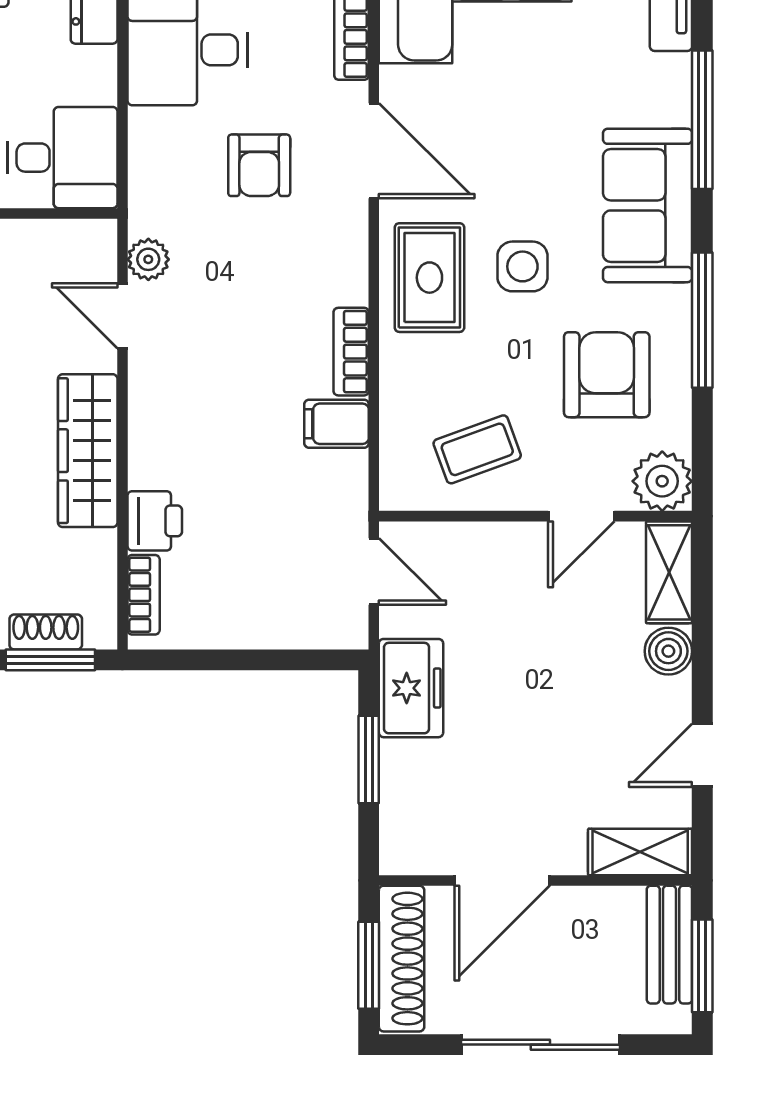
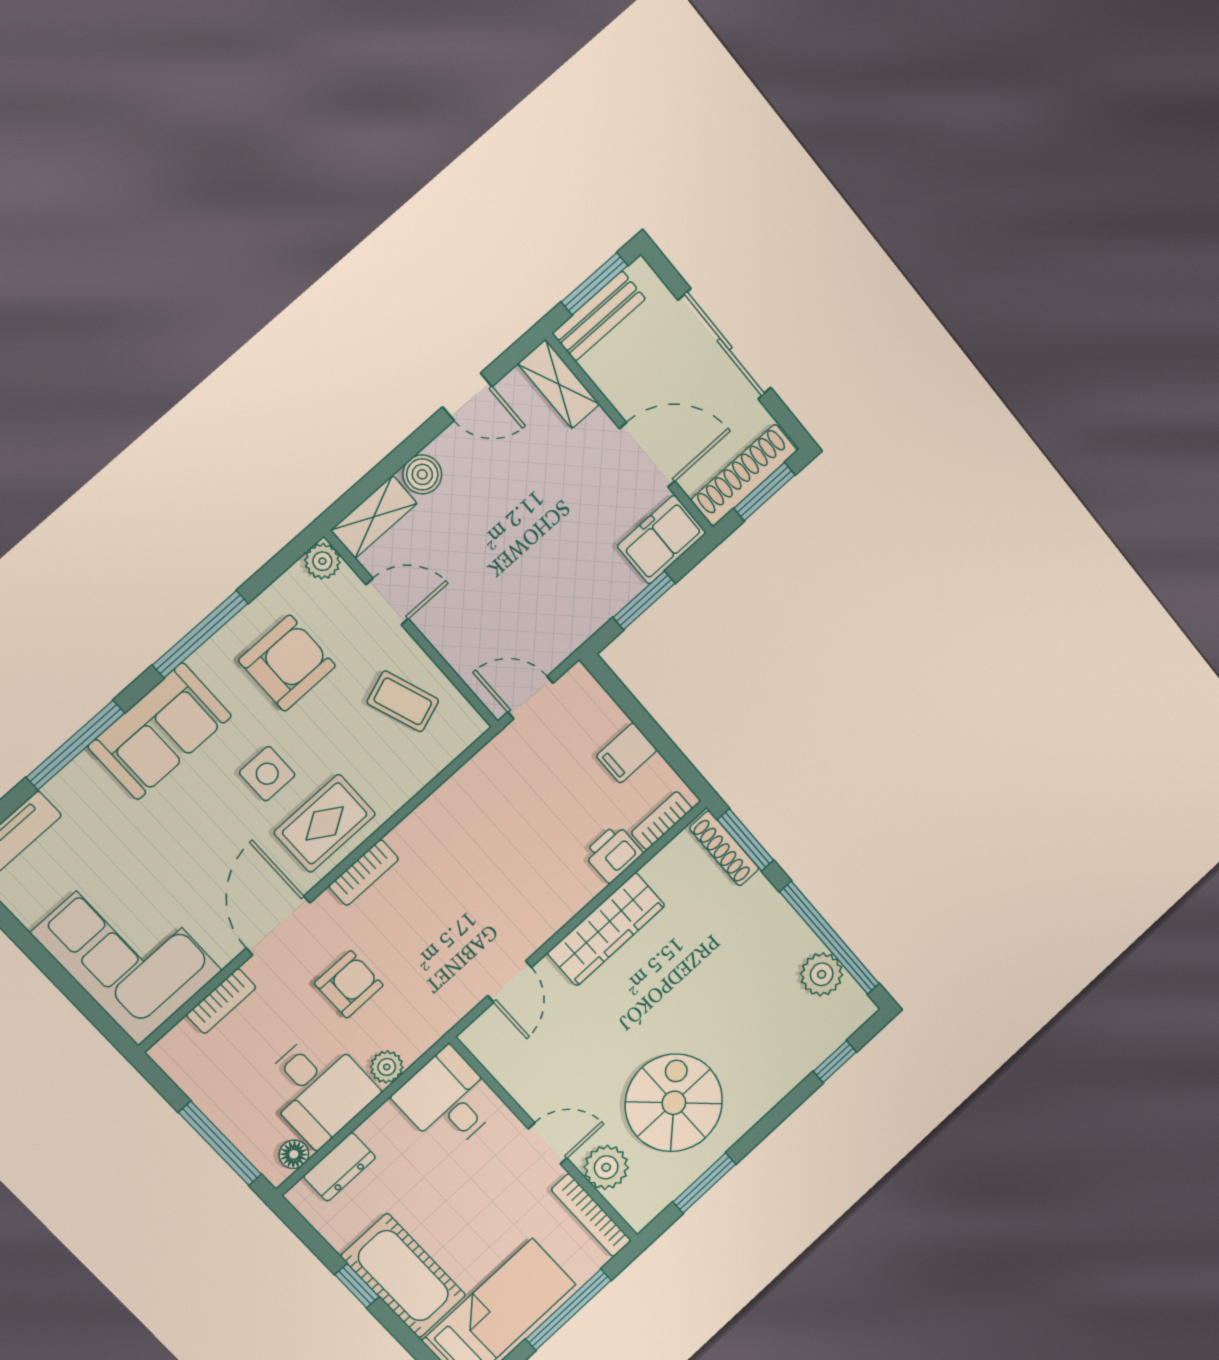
plant: (148, 259) -> (387, 1067), moved
bookcase: (351, 352) -> (364, 873), moved
armchair: (607, 375) -> (287, 663), turned 180
filing cabinet: (337, 424) -> (627, 753), moved, turned 90
plant: (662, 481) -> (322, 561), width x0.73, depth x0.73
door: (374, 571) -> (530, 698), hinge flipped
shoe rack: (46, 632) -> (724, 848), width x1.43
freezer: (411, 688) -> (662, 539), moved

